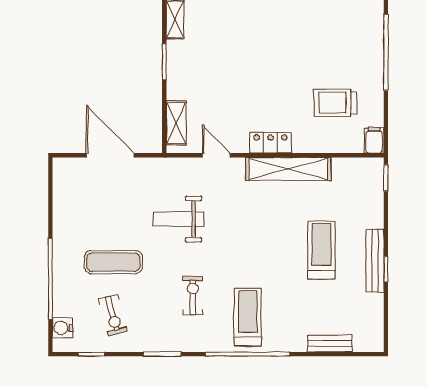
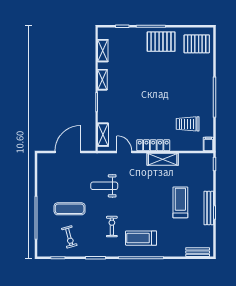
locker: (270, 143) -> (153, 145), width x1.53
door: (110, 155) -> (68, 152), hinge flipped
shelving: (288, 169) -> (163, 159), width x0.68
treadmill: (248, 317) -> (141, 238), turned -90
water cooler: (62, 328) -> (42, 244), removed
bench: (330, 344) -> (198, 252), moved

